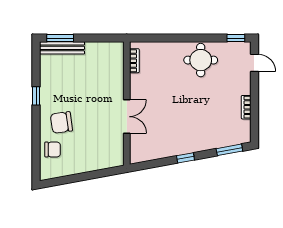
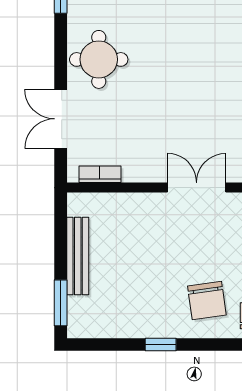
double door: (166, 38) -> (61, 119), added
bench: (62, 48) -> (78, 256), moved

